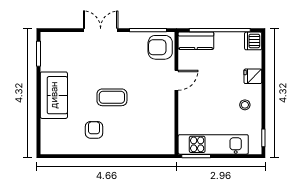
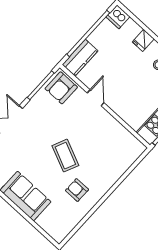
coffee table: (112, 97) -> (65, 156), turned -66

